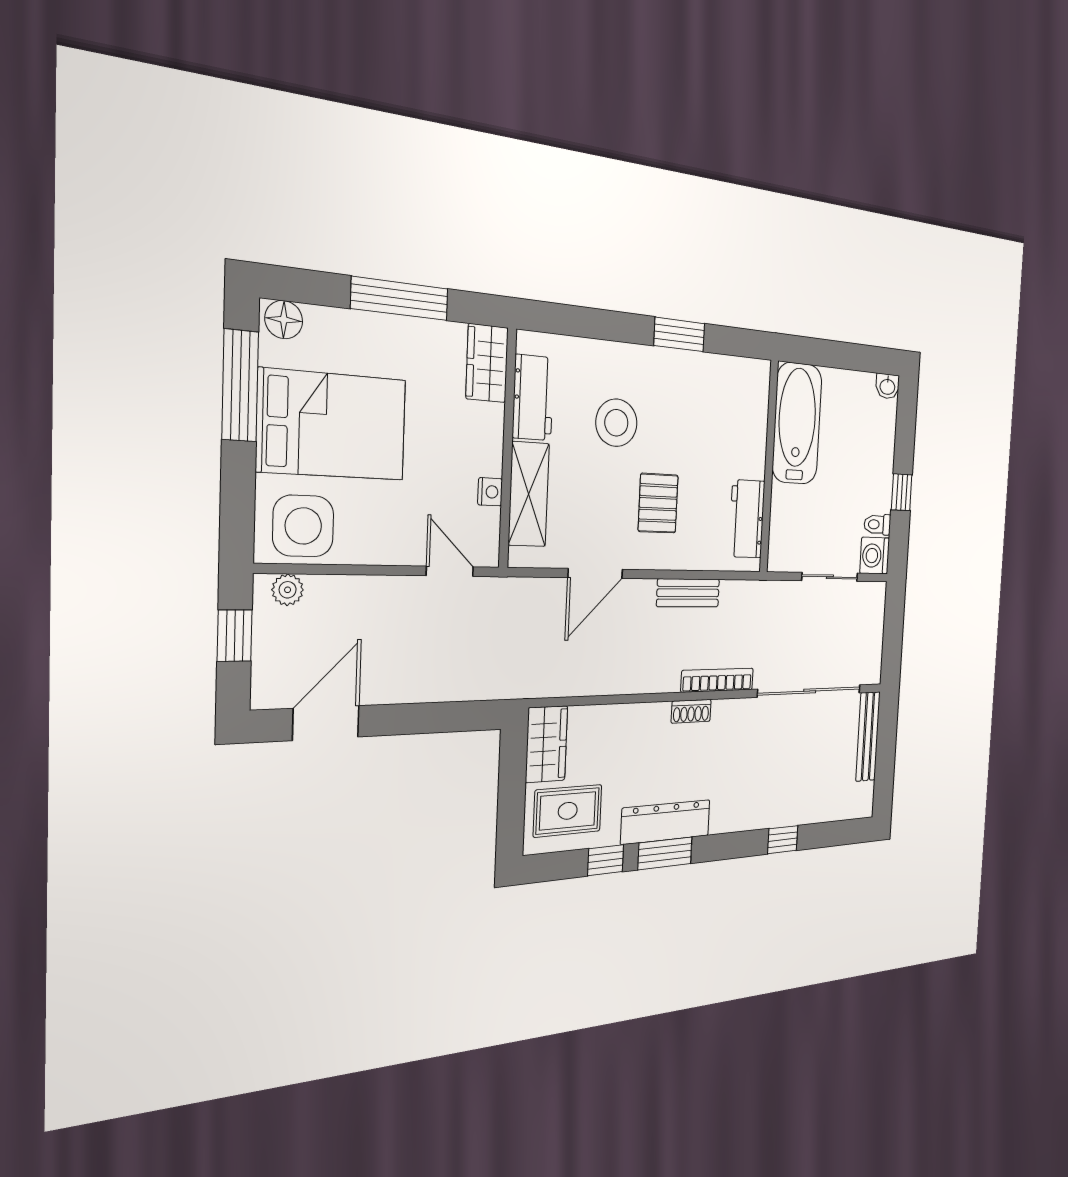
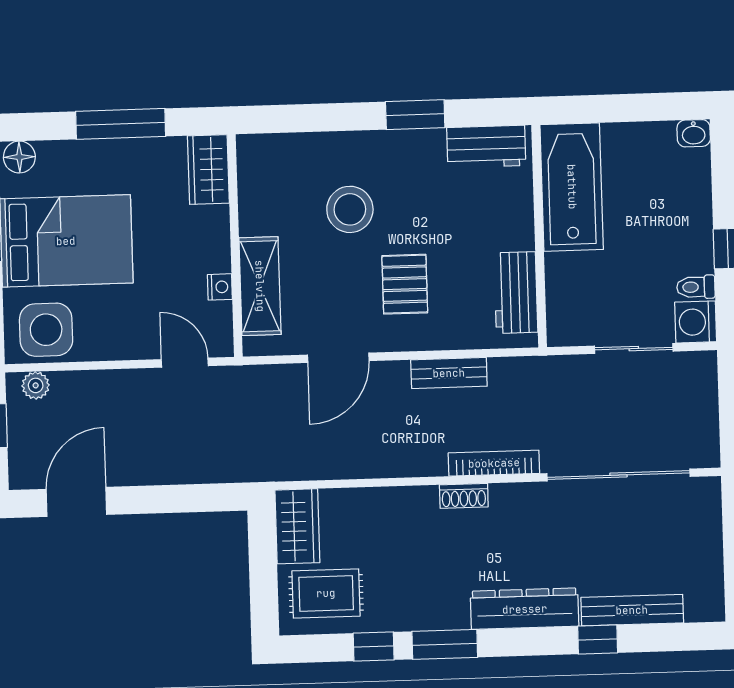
workbench: (533, 398) -> (486, 147), moved, turned 90
bench: (868, 737) -> (632, 610), moved, turned 90
dresser: (666, 822) -> (525, 609), moved

